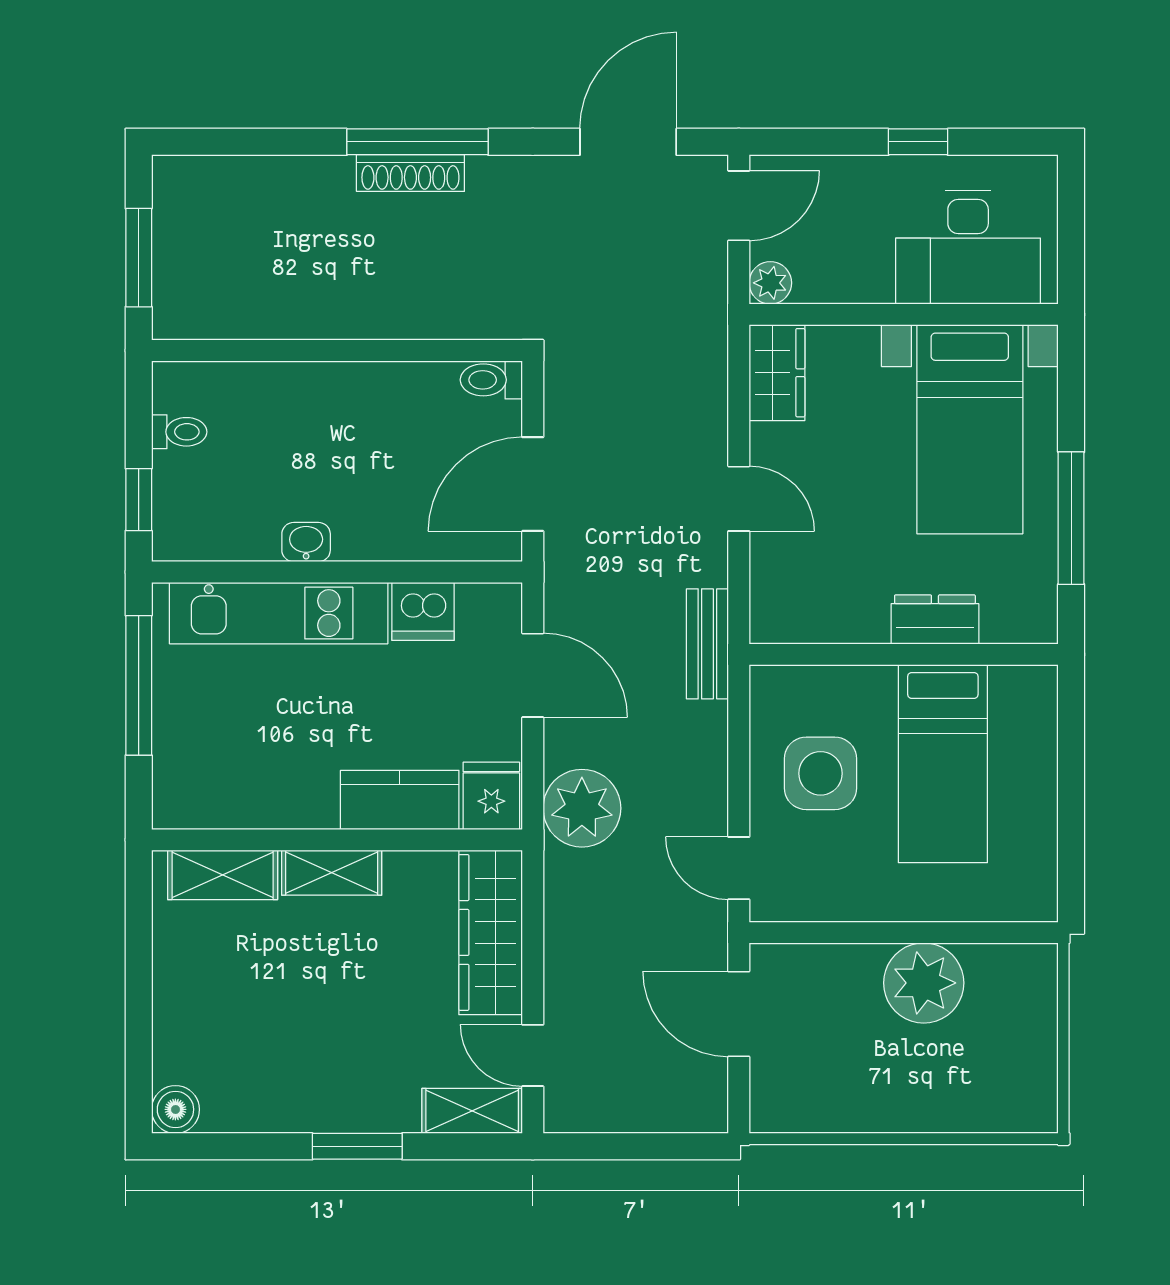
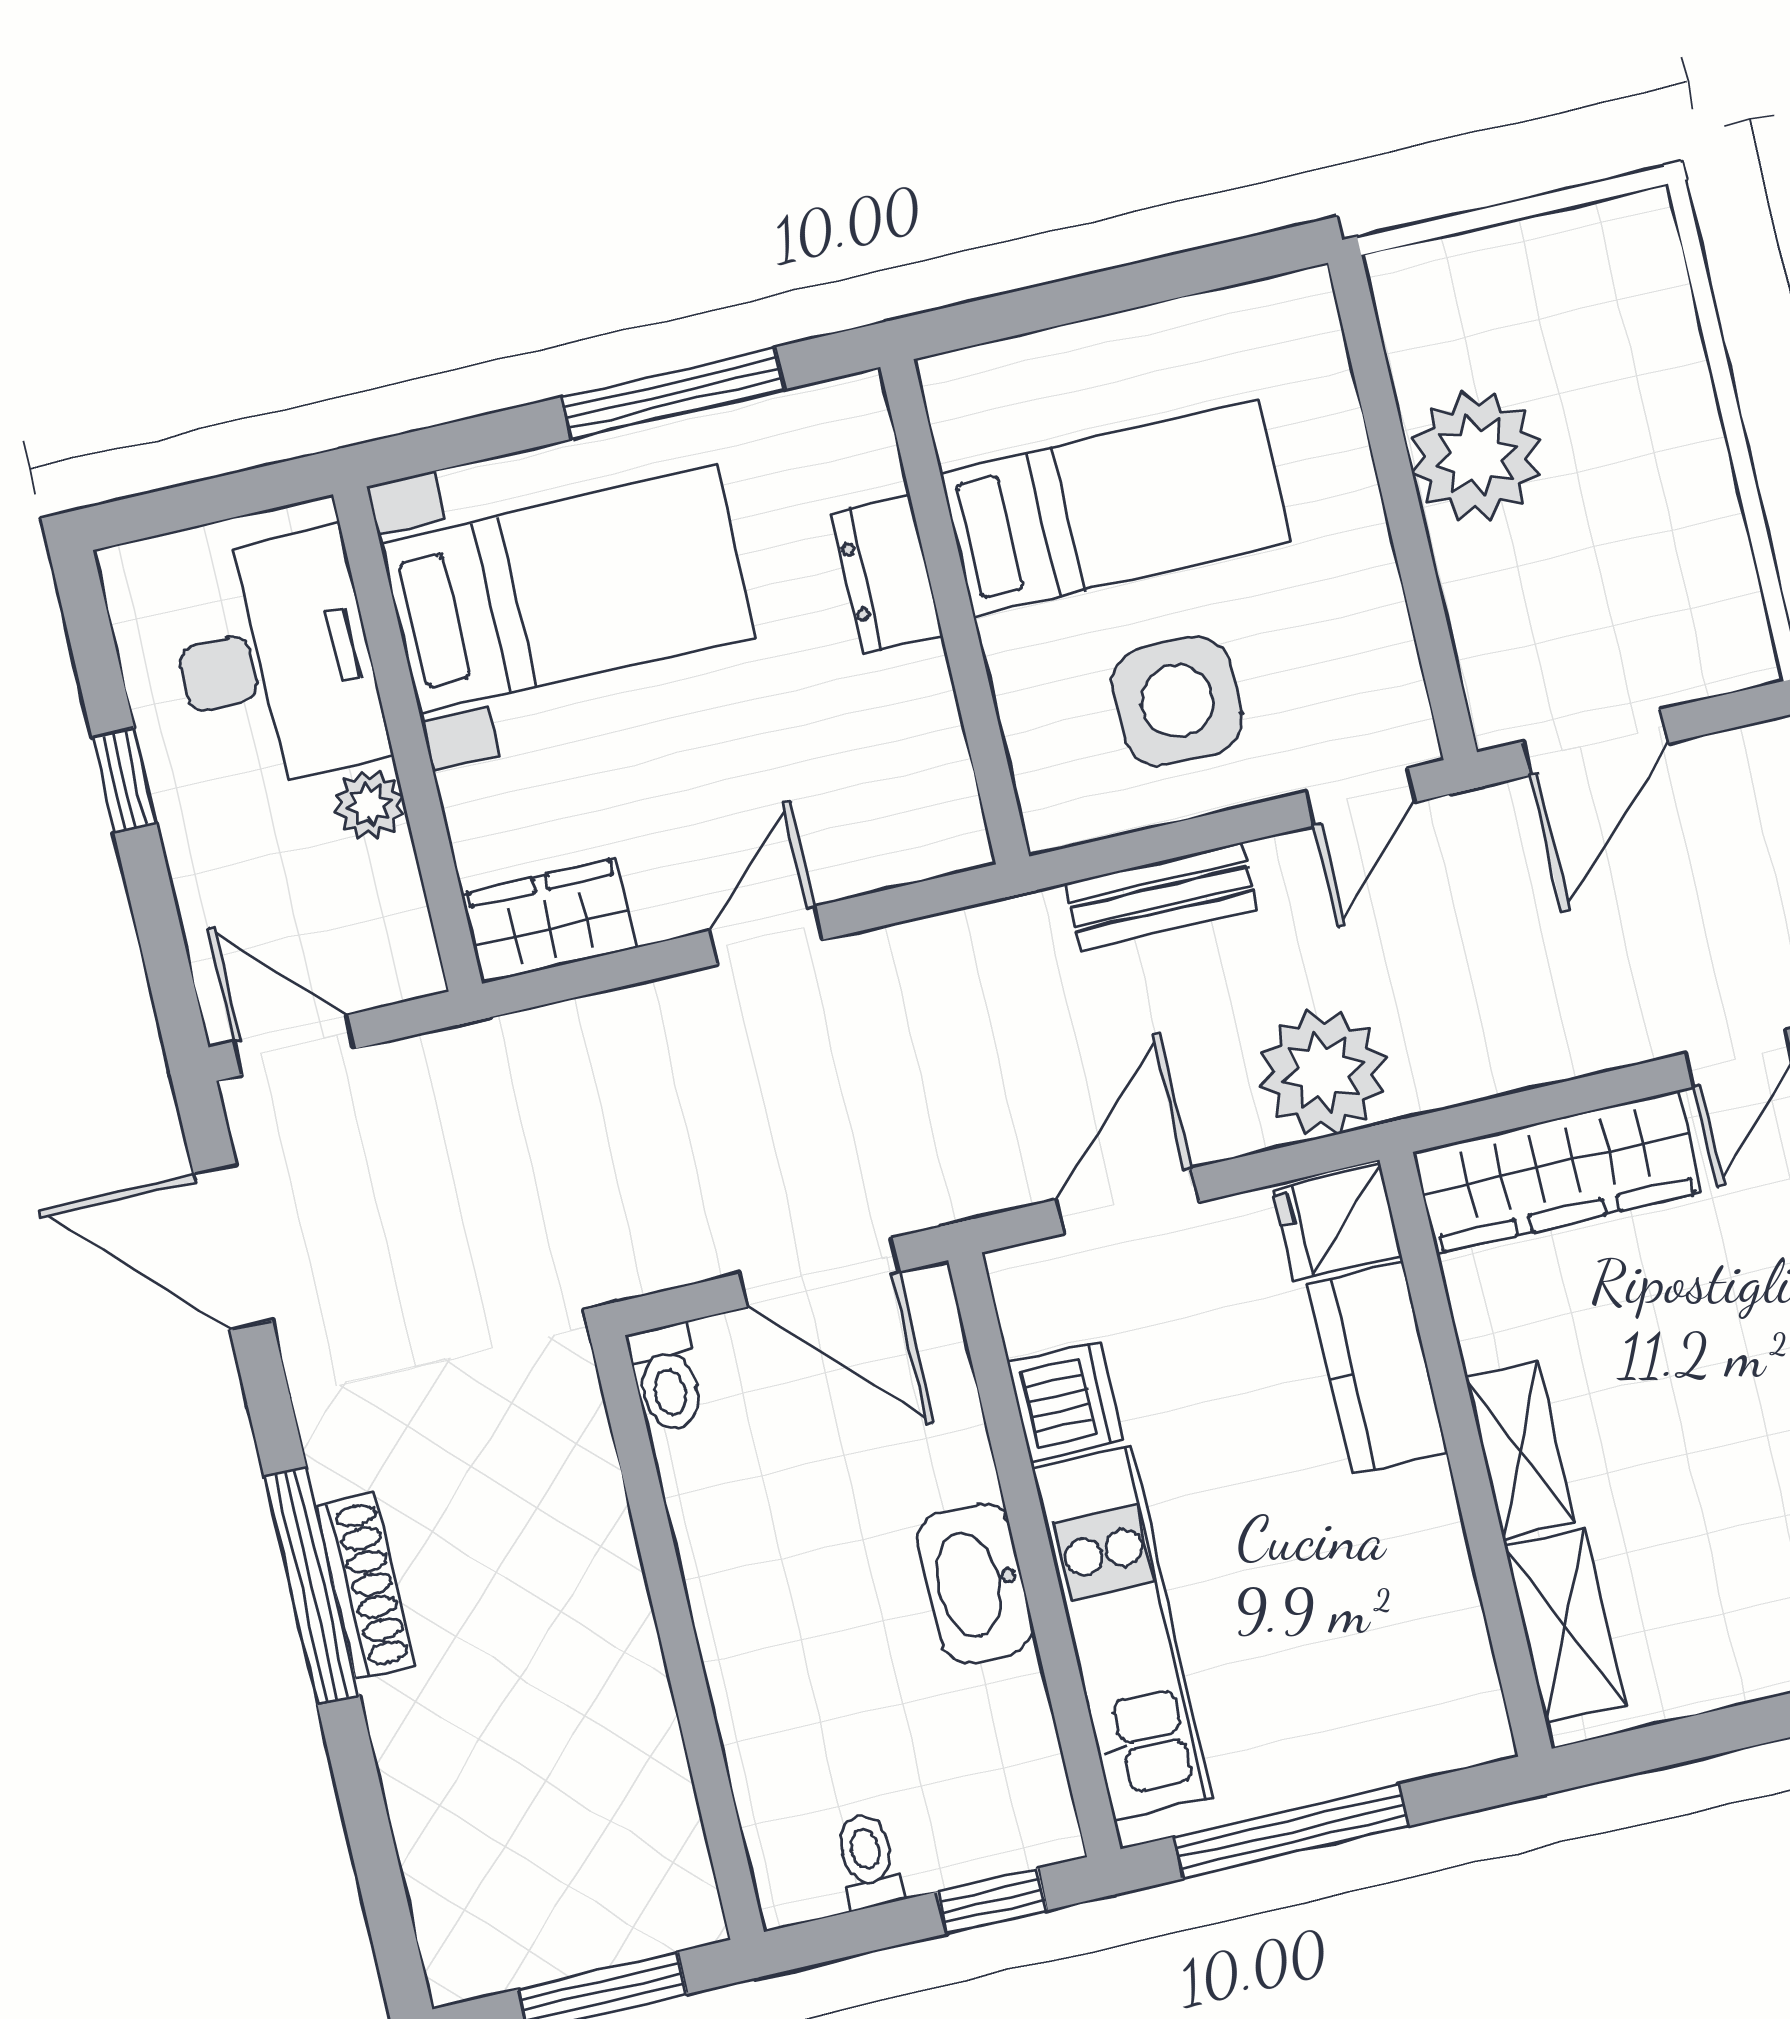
plant: (770, 283) -> (369, 804), moved
washbasin: (306, 542) -> (975, 1583), width x1.91, depth x1.45
bench: (707, 644) -> (1161, 897), moved

